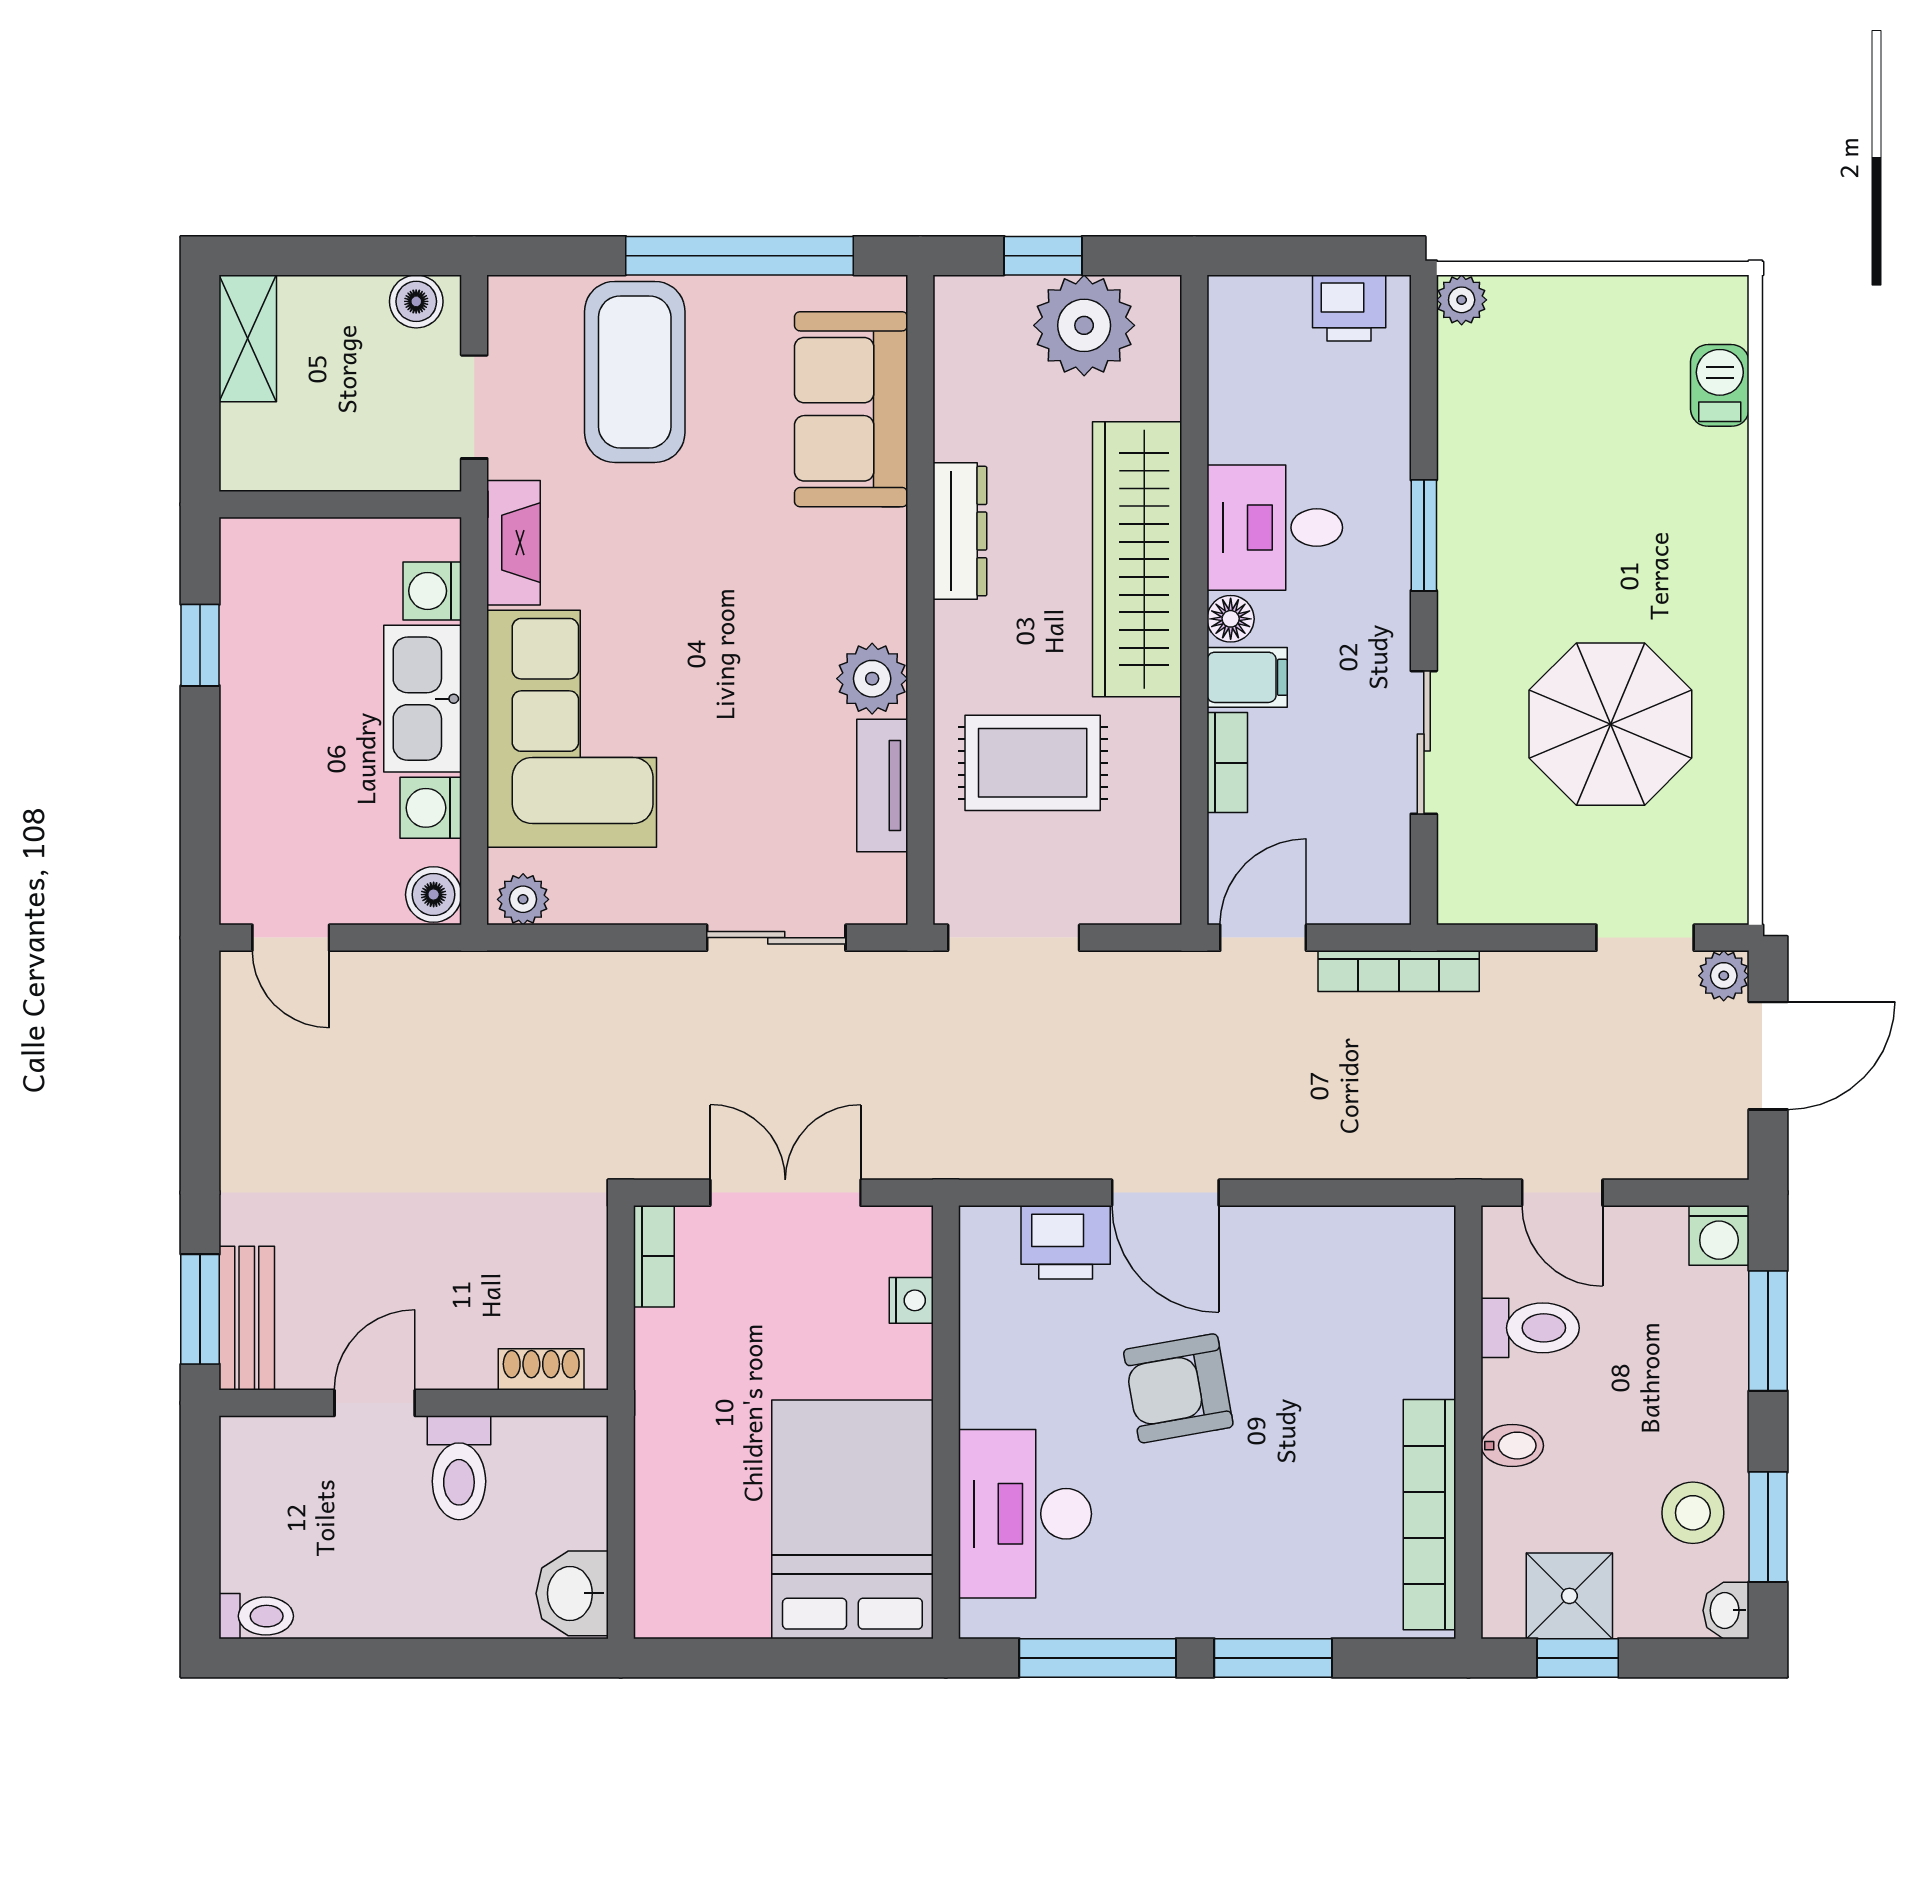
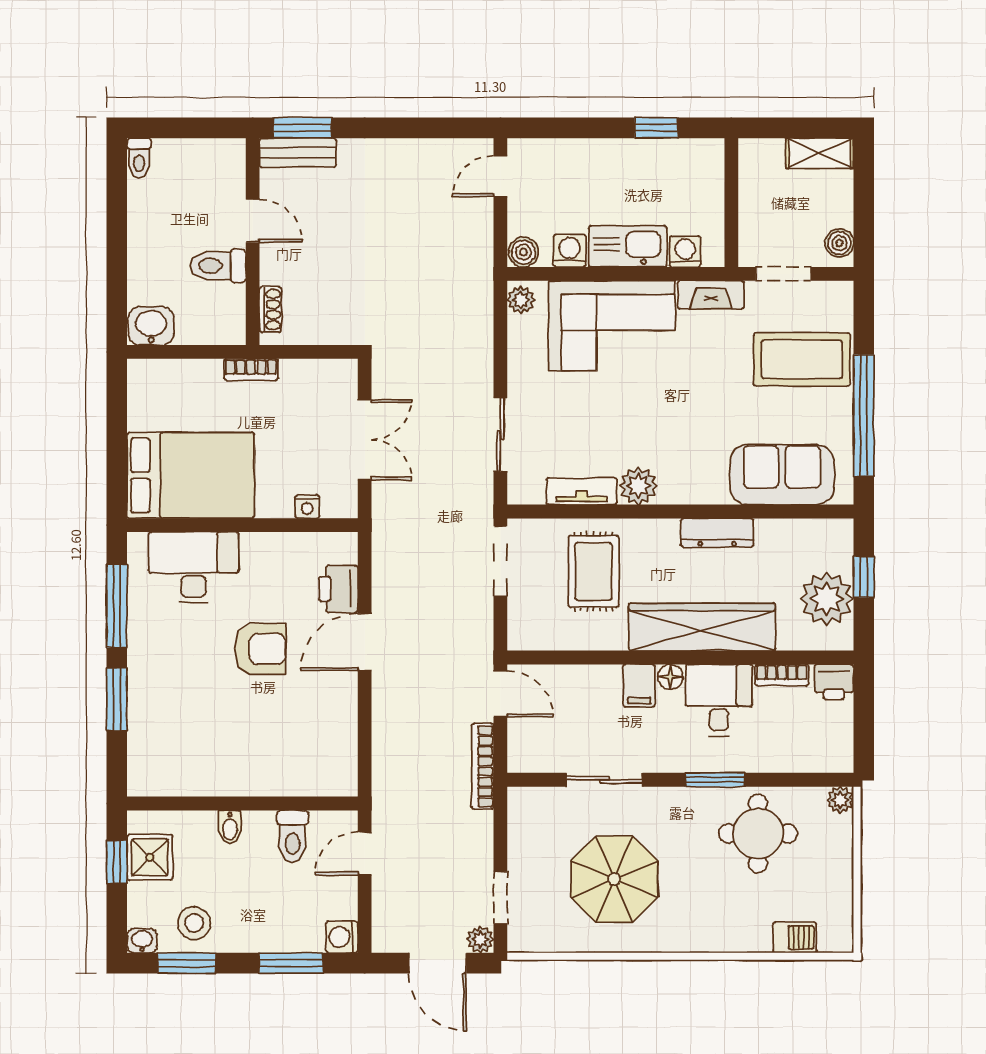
printer: (1349, 308) -> (834, 682), moved, turned -90
round table: (1525, 454) -> (758, 833), added
bookcase: (1227, 763) -> (782, 675), moved
bookcase: (654, 1256) -> (251, 370), moved
armchair: (1178, 1388) -> (260, 649), turned 100
bookcase: (1430, 1515) -> (193, 783), removed

